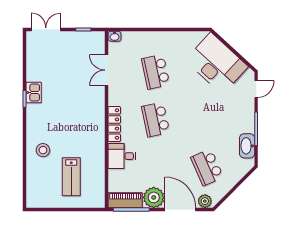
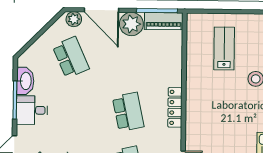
desk: (122, 156) -> (32, 110), moved, turned 180

